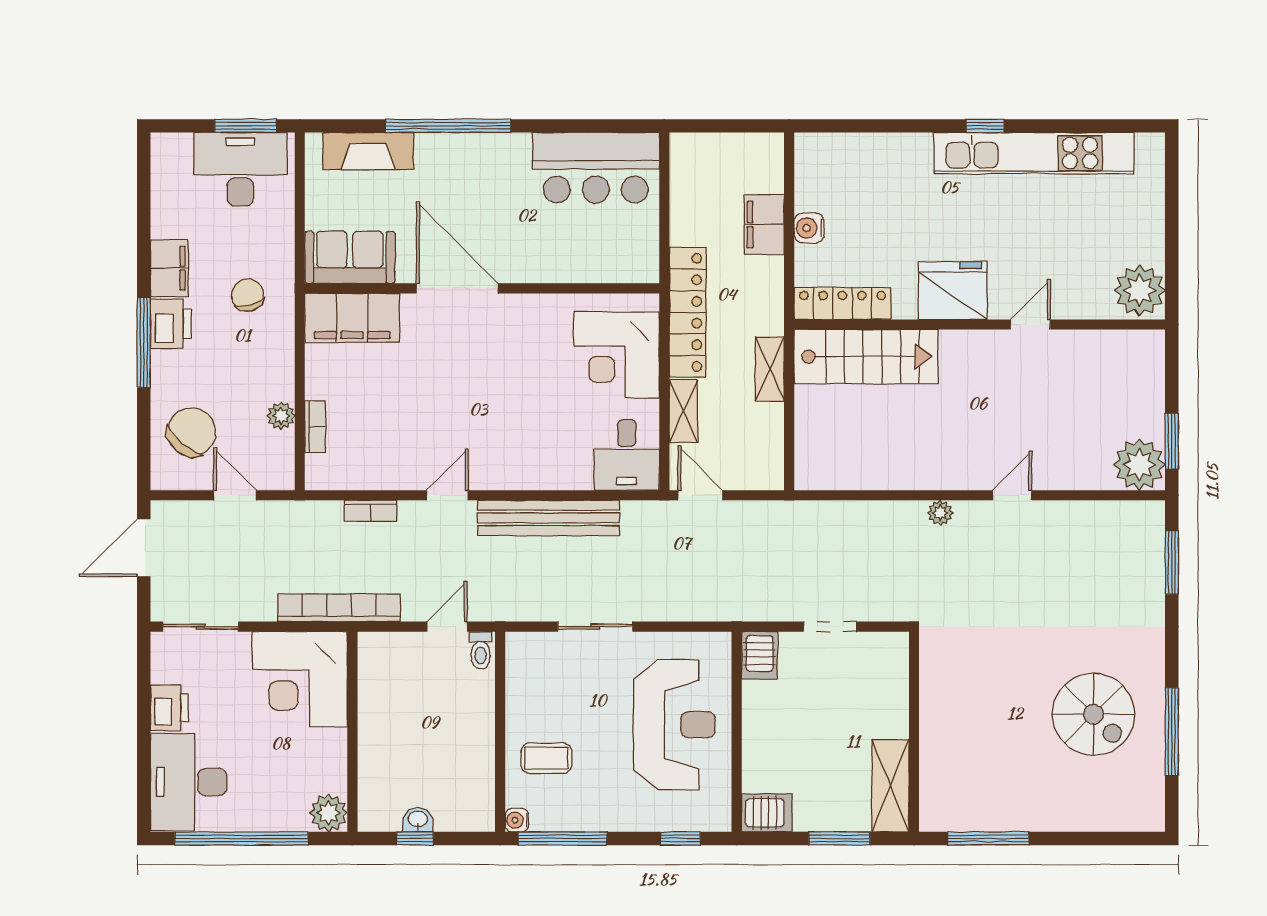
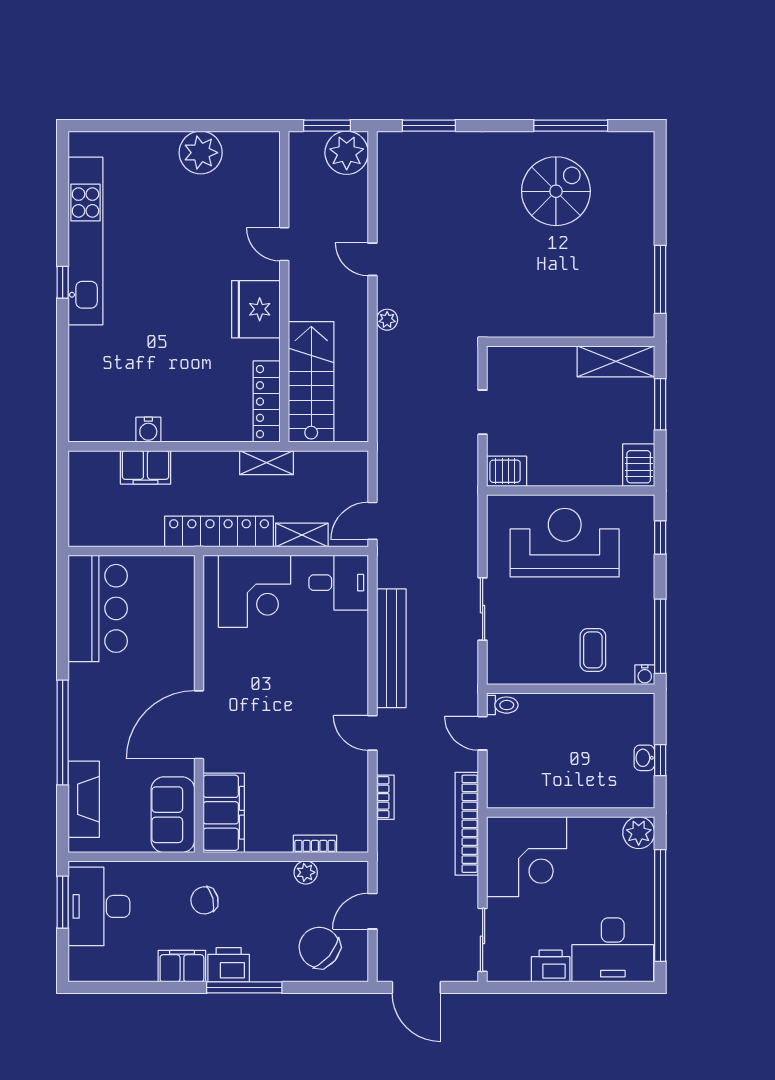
fridge: (953, 291) -> (256, 309), moved
locker: (843, 304) -> (267, 402), moved
wall: (980, 325) -> (284, 287), moved
door: (1030, 325) -> (284, 244), moved
stairs: (866, 357) -> (311, 382), moved

